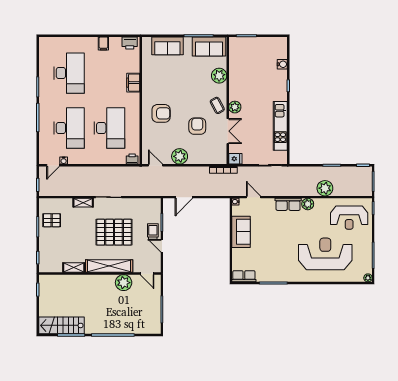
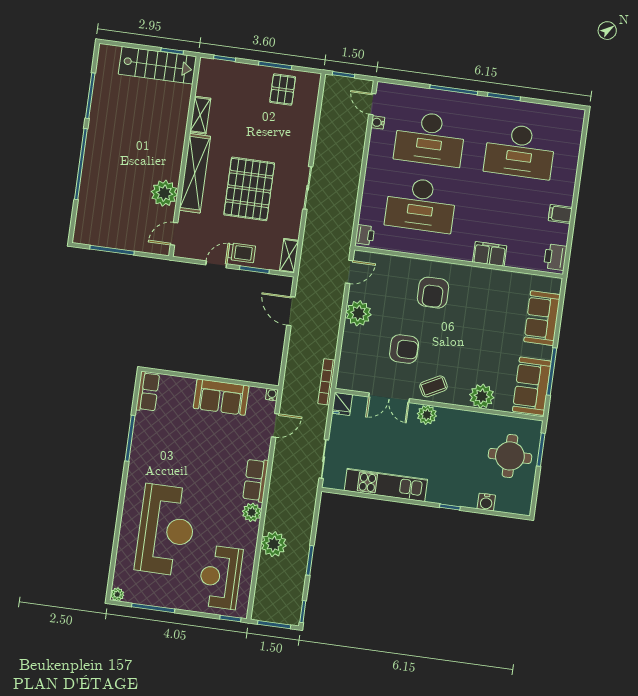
round table: (253, 54) -> (510, 456), added
shelving: (83, 203) -> (289, 256), moved
stairs: (62, 325) -> (157, 65), moved, turned 90

